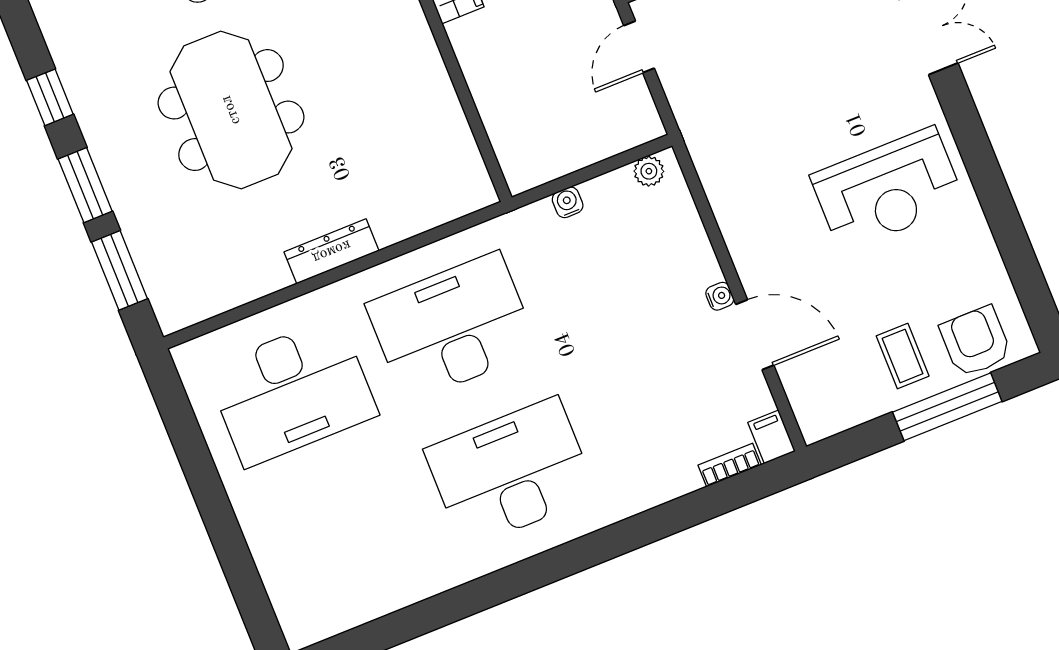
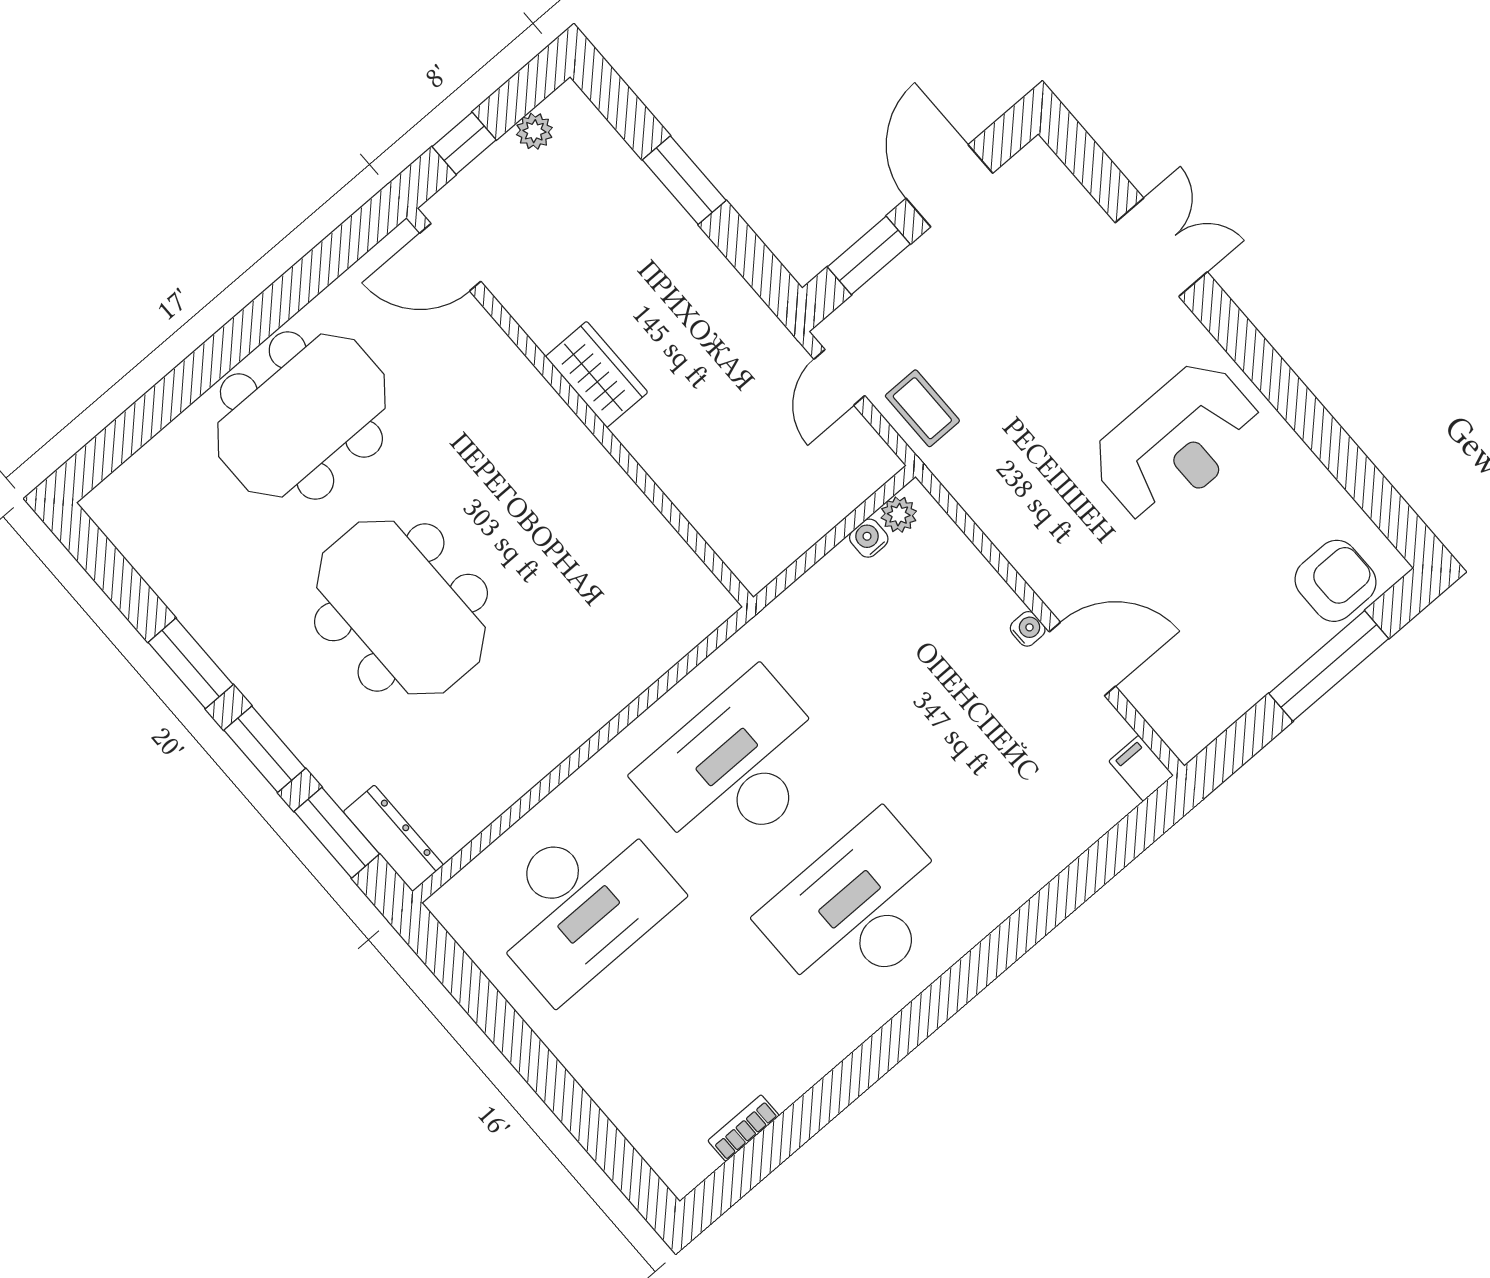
window: (50, 97) -> (191, 663), width x1.50
water cooler: (568, 202) -> (869, 538), moved
dresser: (332, 251) -> (393, 838), moved, turned 90
armchair: (976, 341) -> (1335, 581), turned 90
coffee table: (903, 356) -> (922, 408), moved
bookcase: (730, 465) -> (744, 1128), moved

